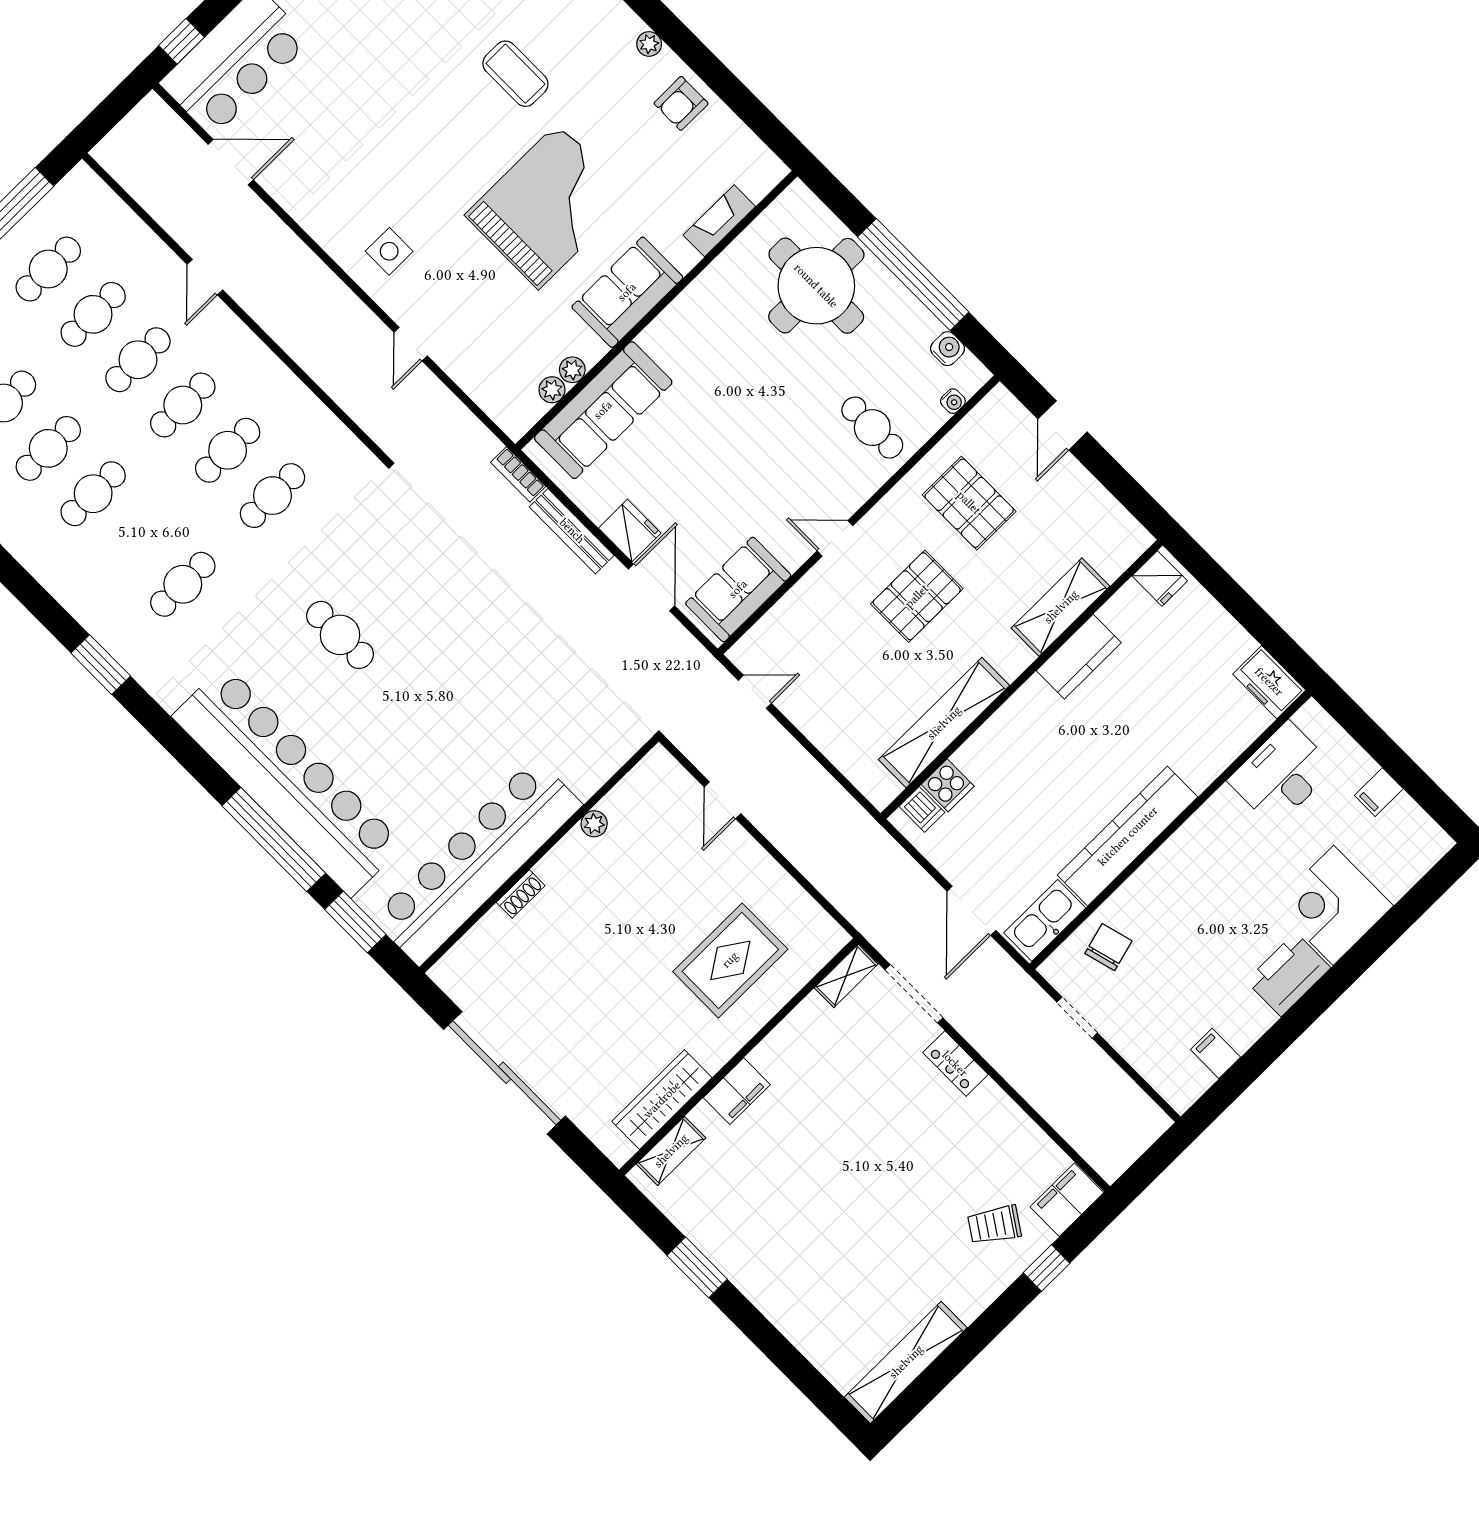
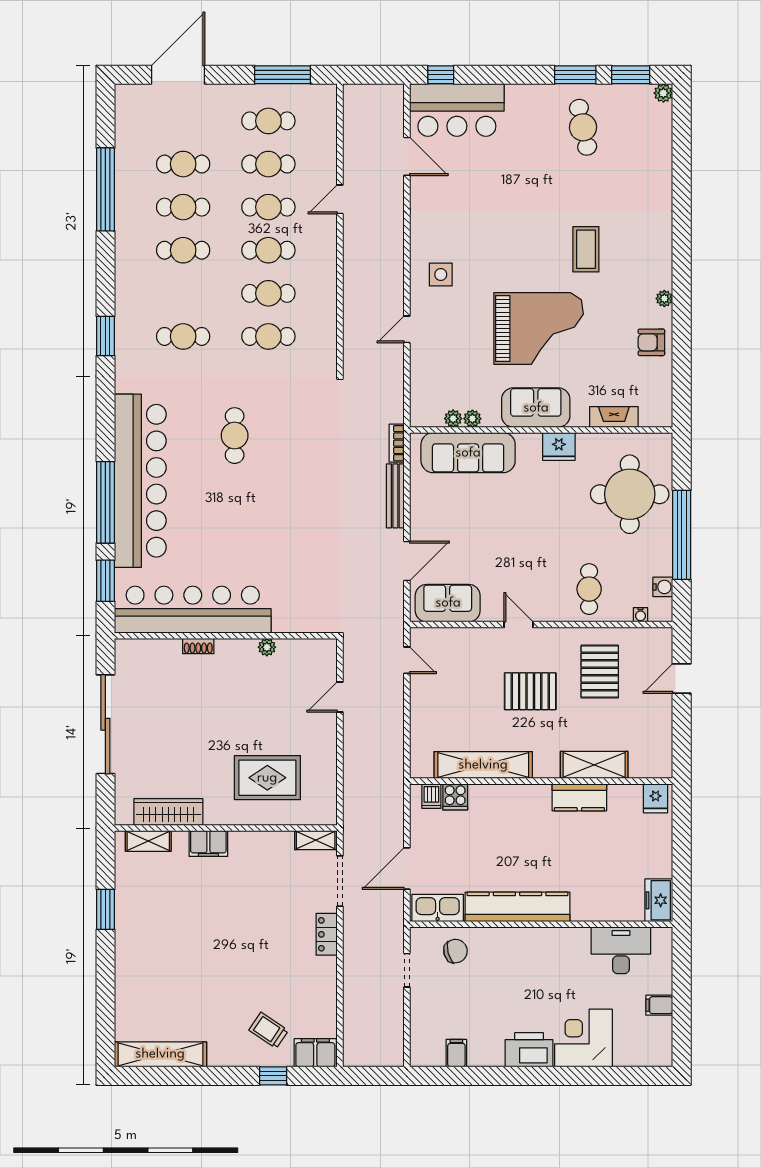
fridge: (630, 531) -> (559, 447), moved, turned 90

